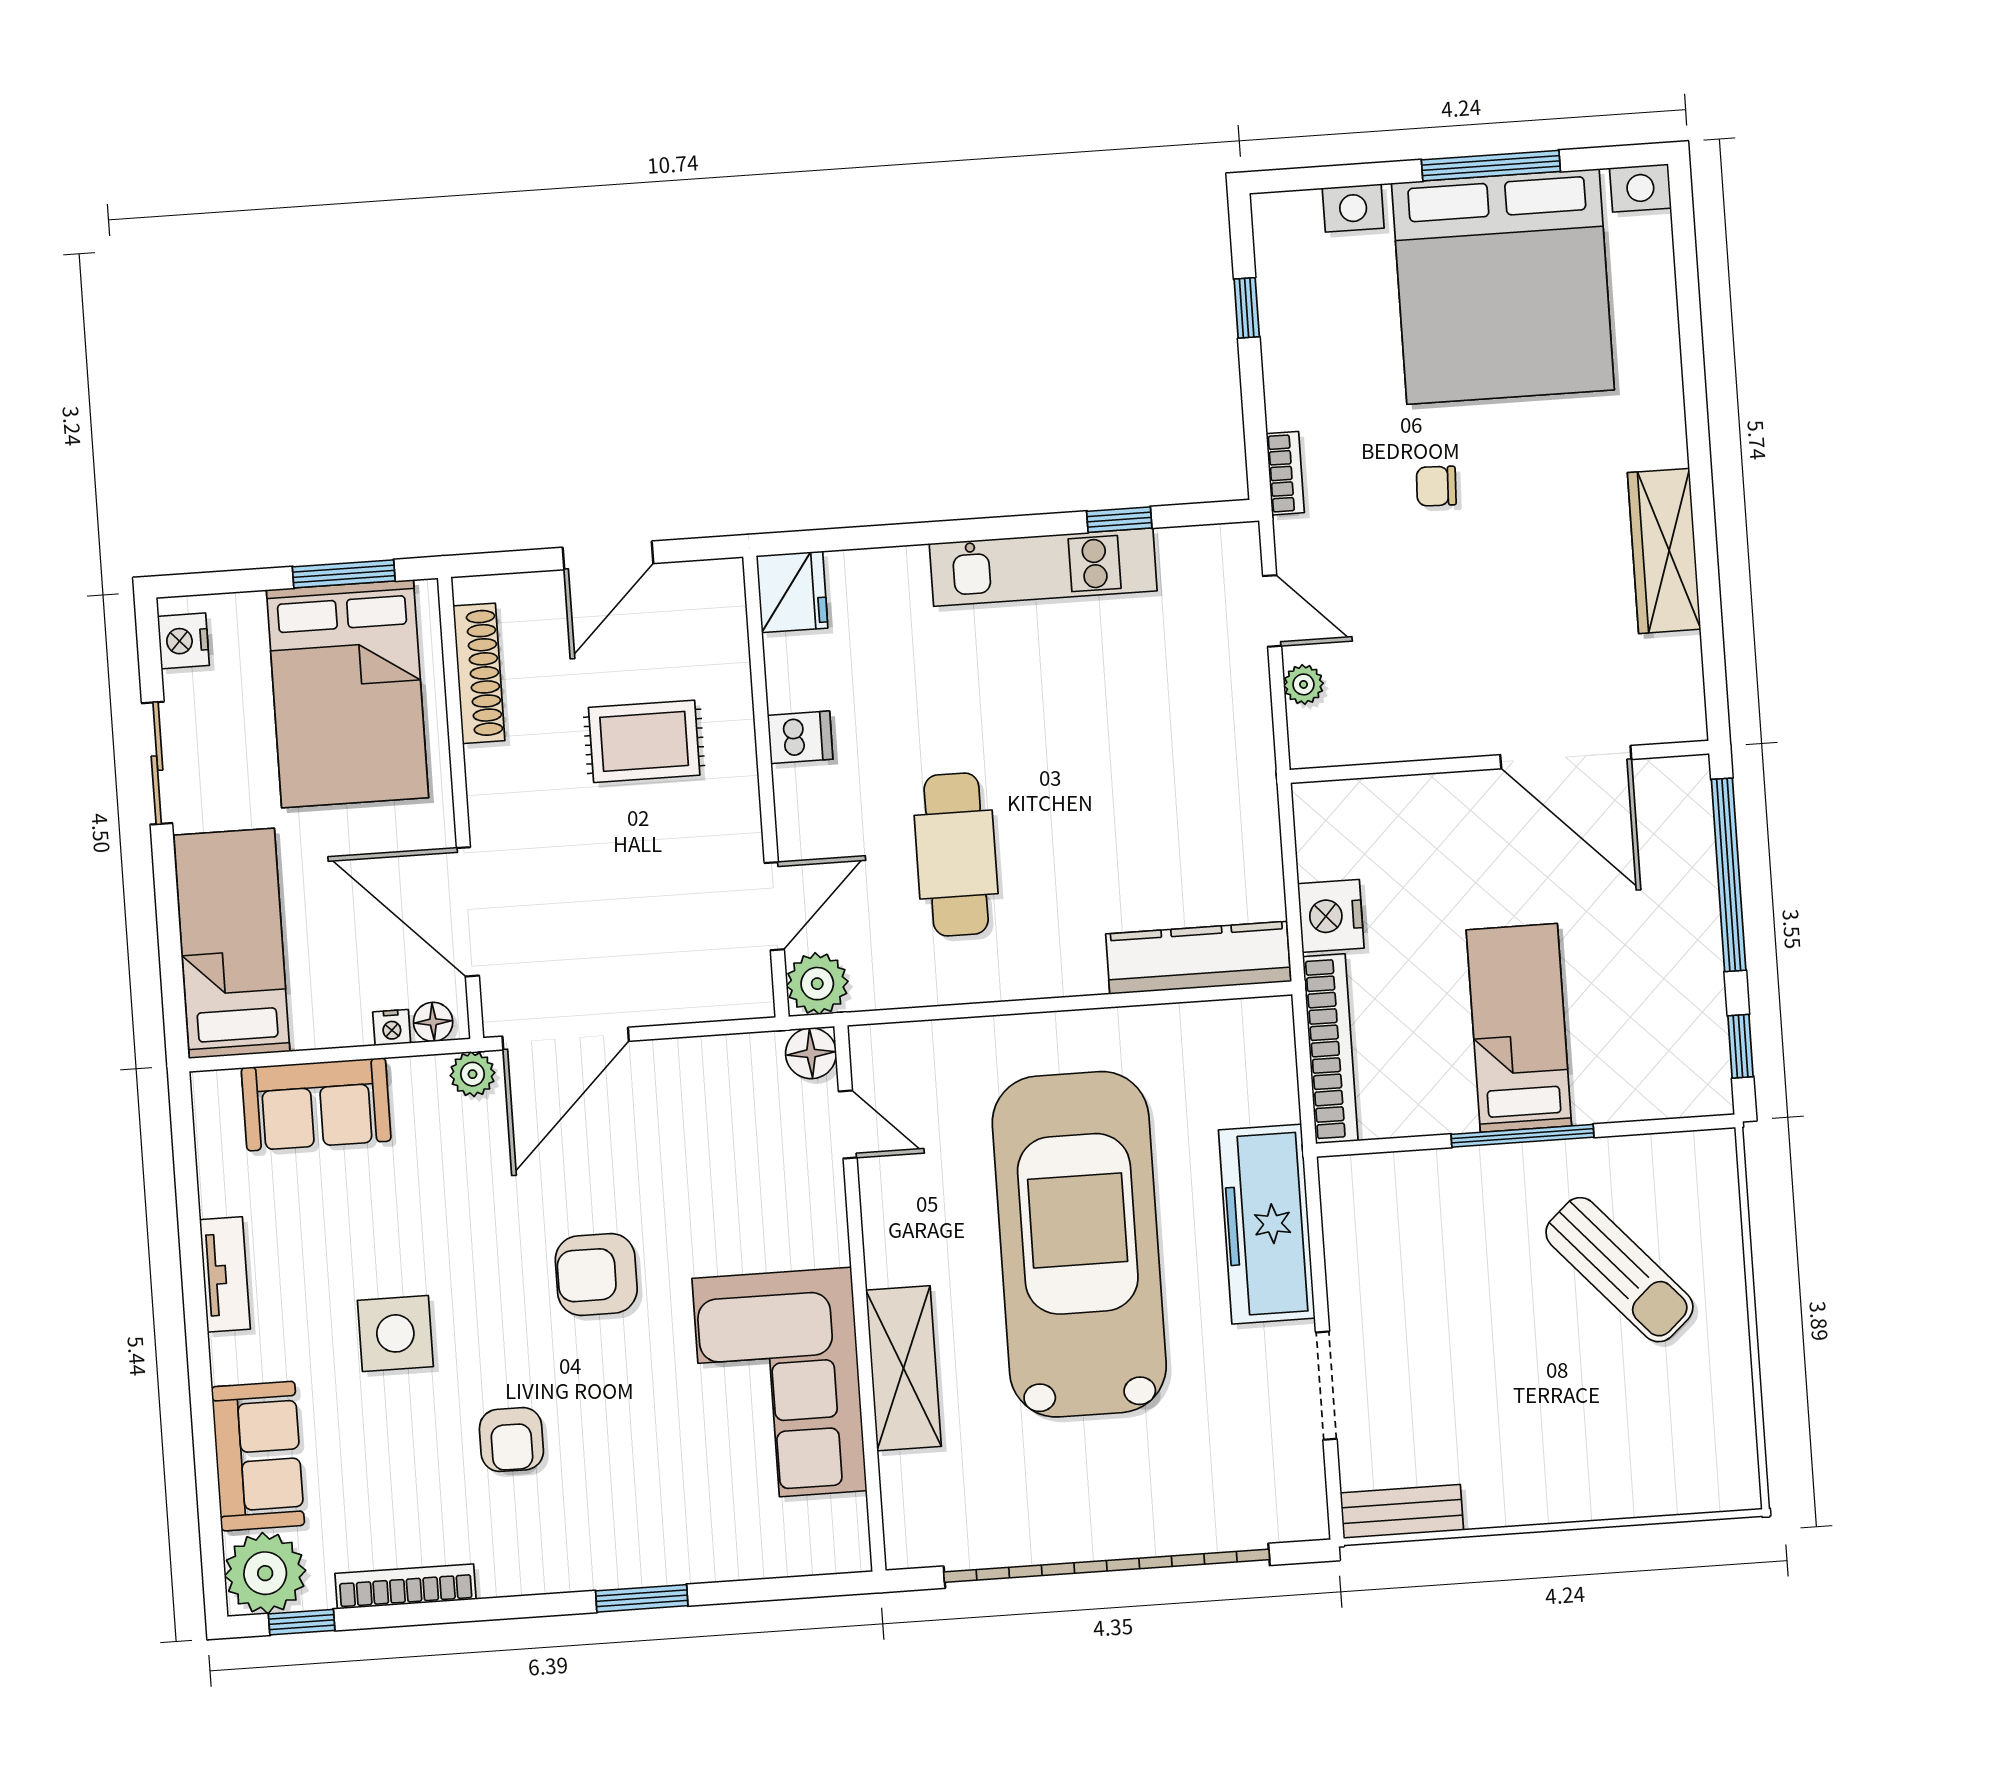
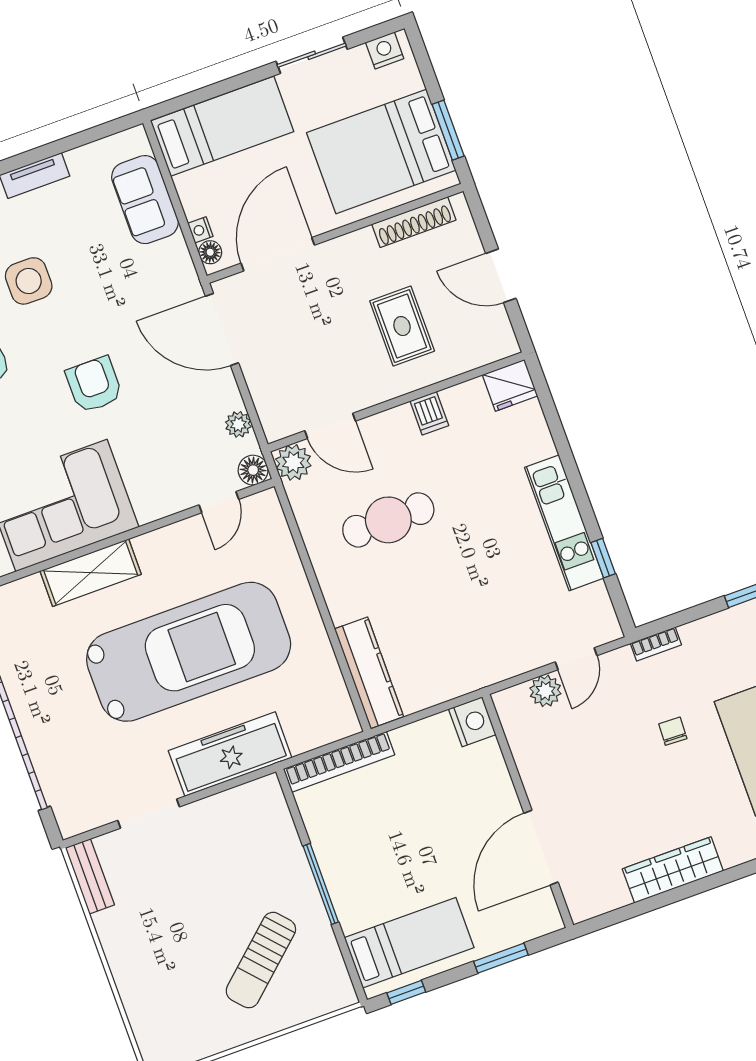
plant: (1304, 684) -> (545, 691), width x1.38, depth x1.38
window: (1729, 875) -> (501, 958), width x0.47
nightstand: (1331, 916) -> (472, 722), moved, turned 90
bed: (1519, 1028) -> (409, 943), moved
plant: (472, 1074) -> (238, 424), moved

